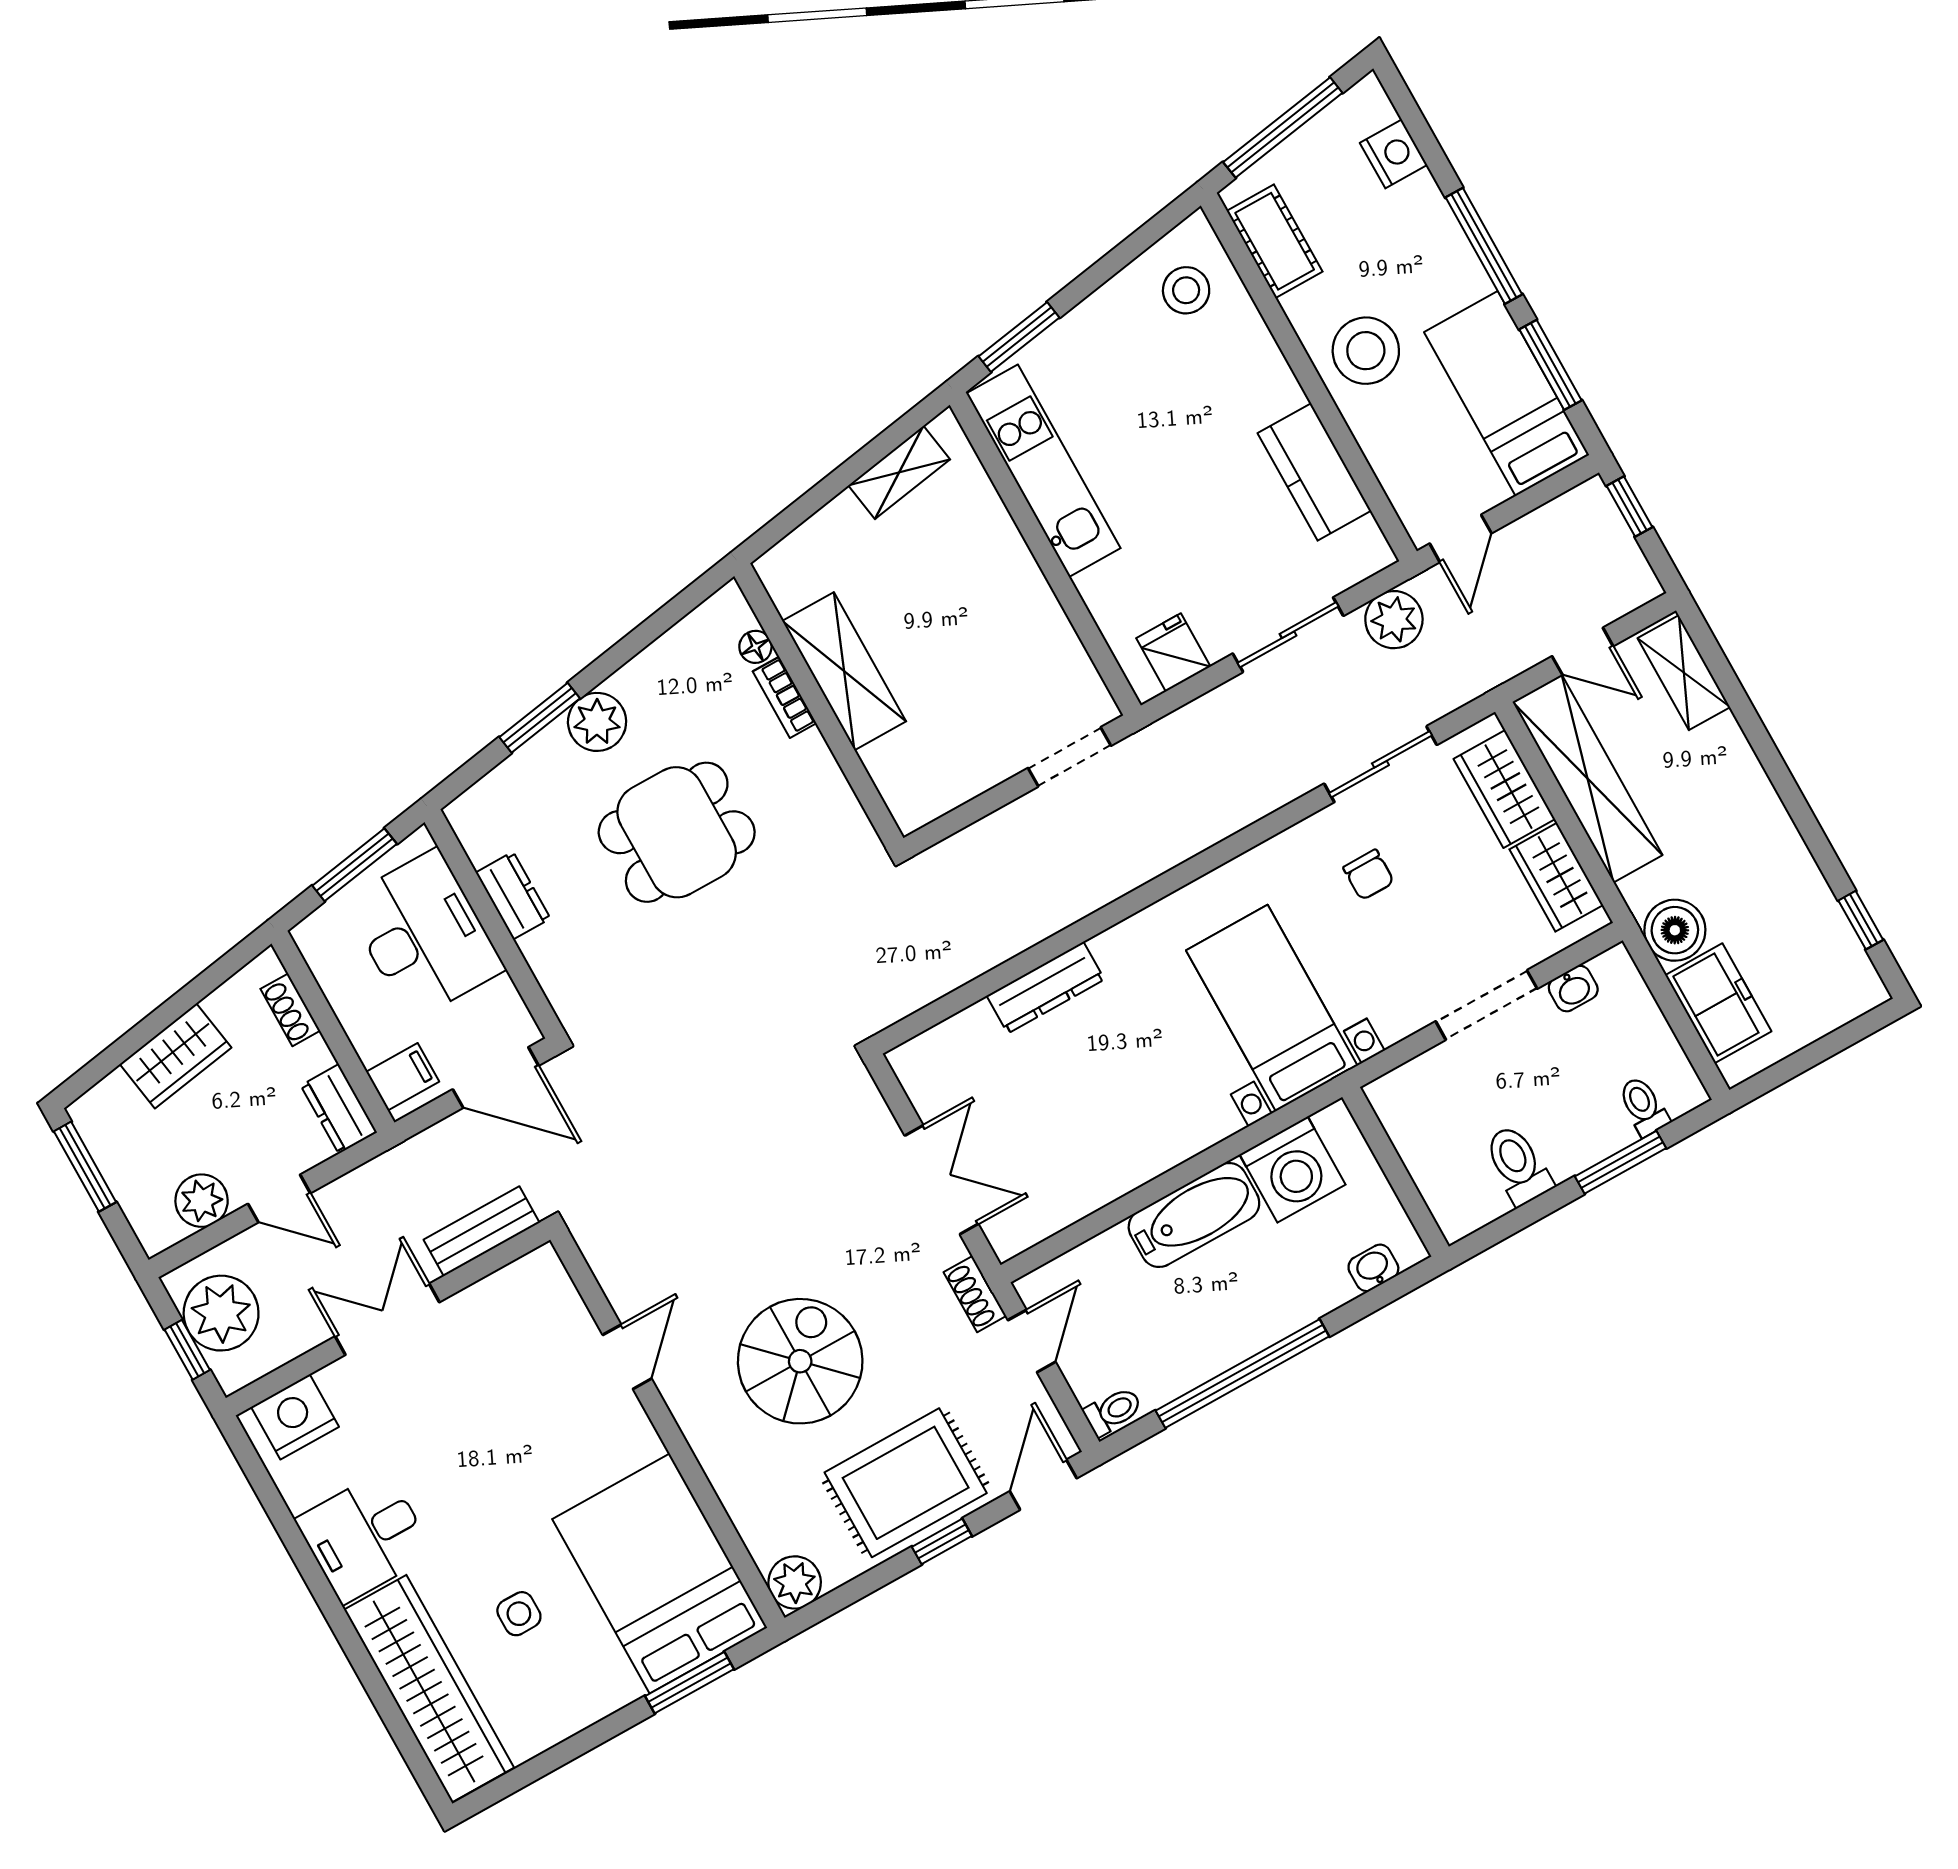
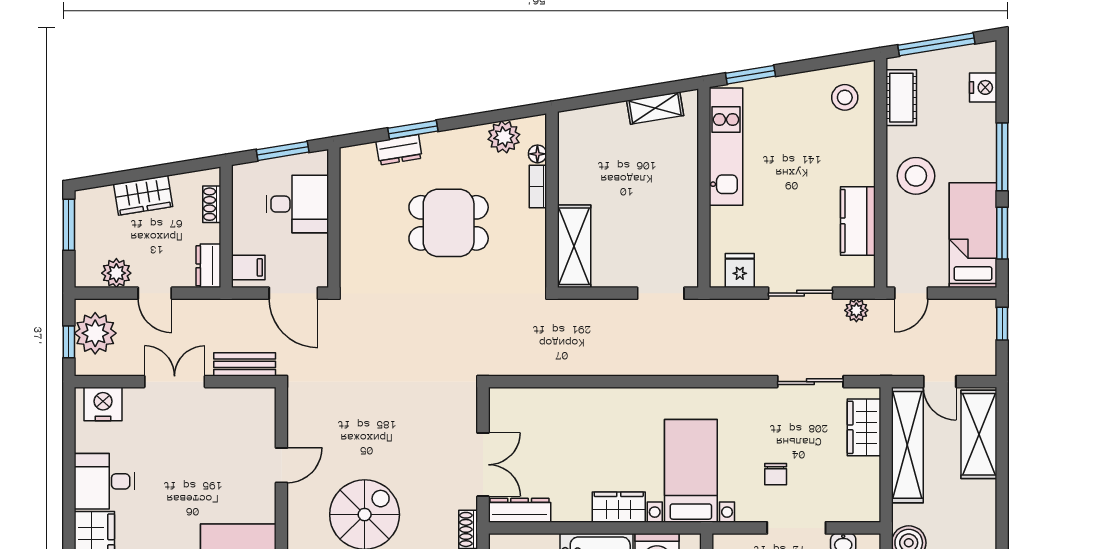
plant: (1394, 620) -> (856, 310), width x0.73, depth x0.73
shelving: (844, 671) -> (574, 246), moved
shelving: (1684, 673) -> (979, 434), width x1.50, depth x1.33
plant: (597, 722) -> (504, 137), moved
chair: (1369, 875) -> (776, 474), moved
wardrobe: (1556, 877) -> (619, 507), moved, turned 90
dresser: (513, 896) -> (399, 150), moved, turned 81
desk: (424, 935) -> (297, 204), width x0.73
dresser: (1046, 988) -> (520, 510), moved, turned 180

